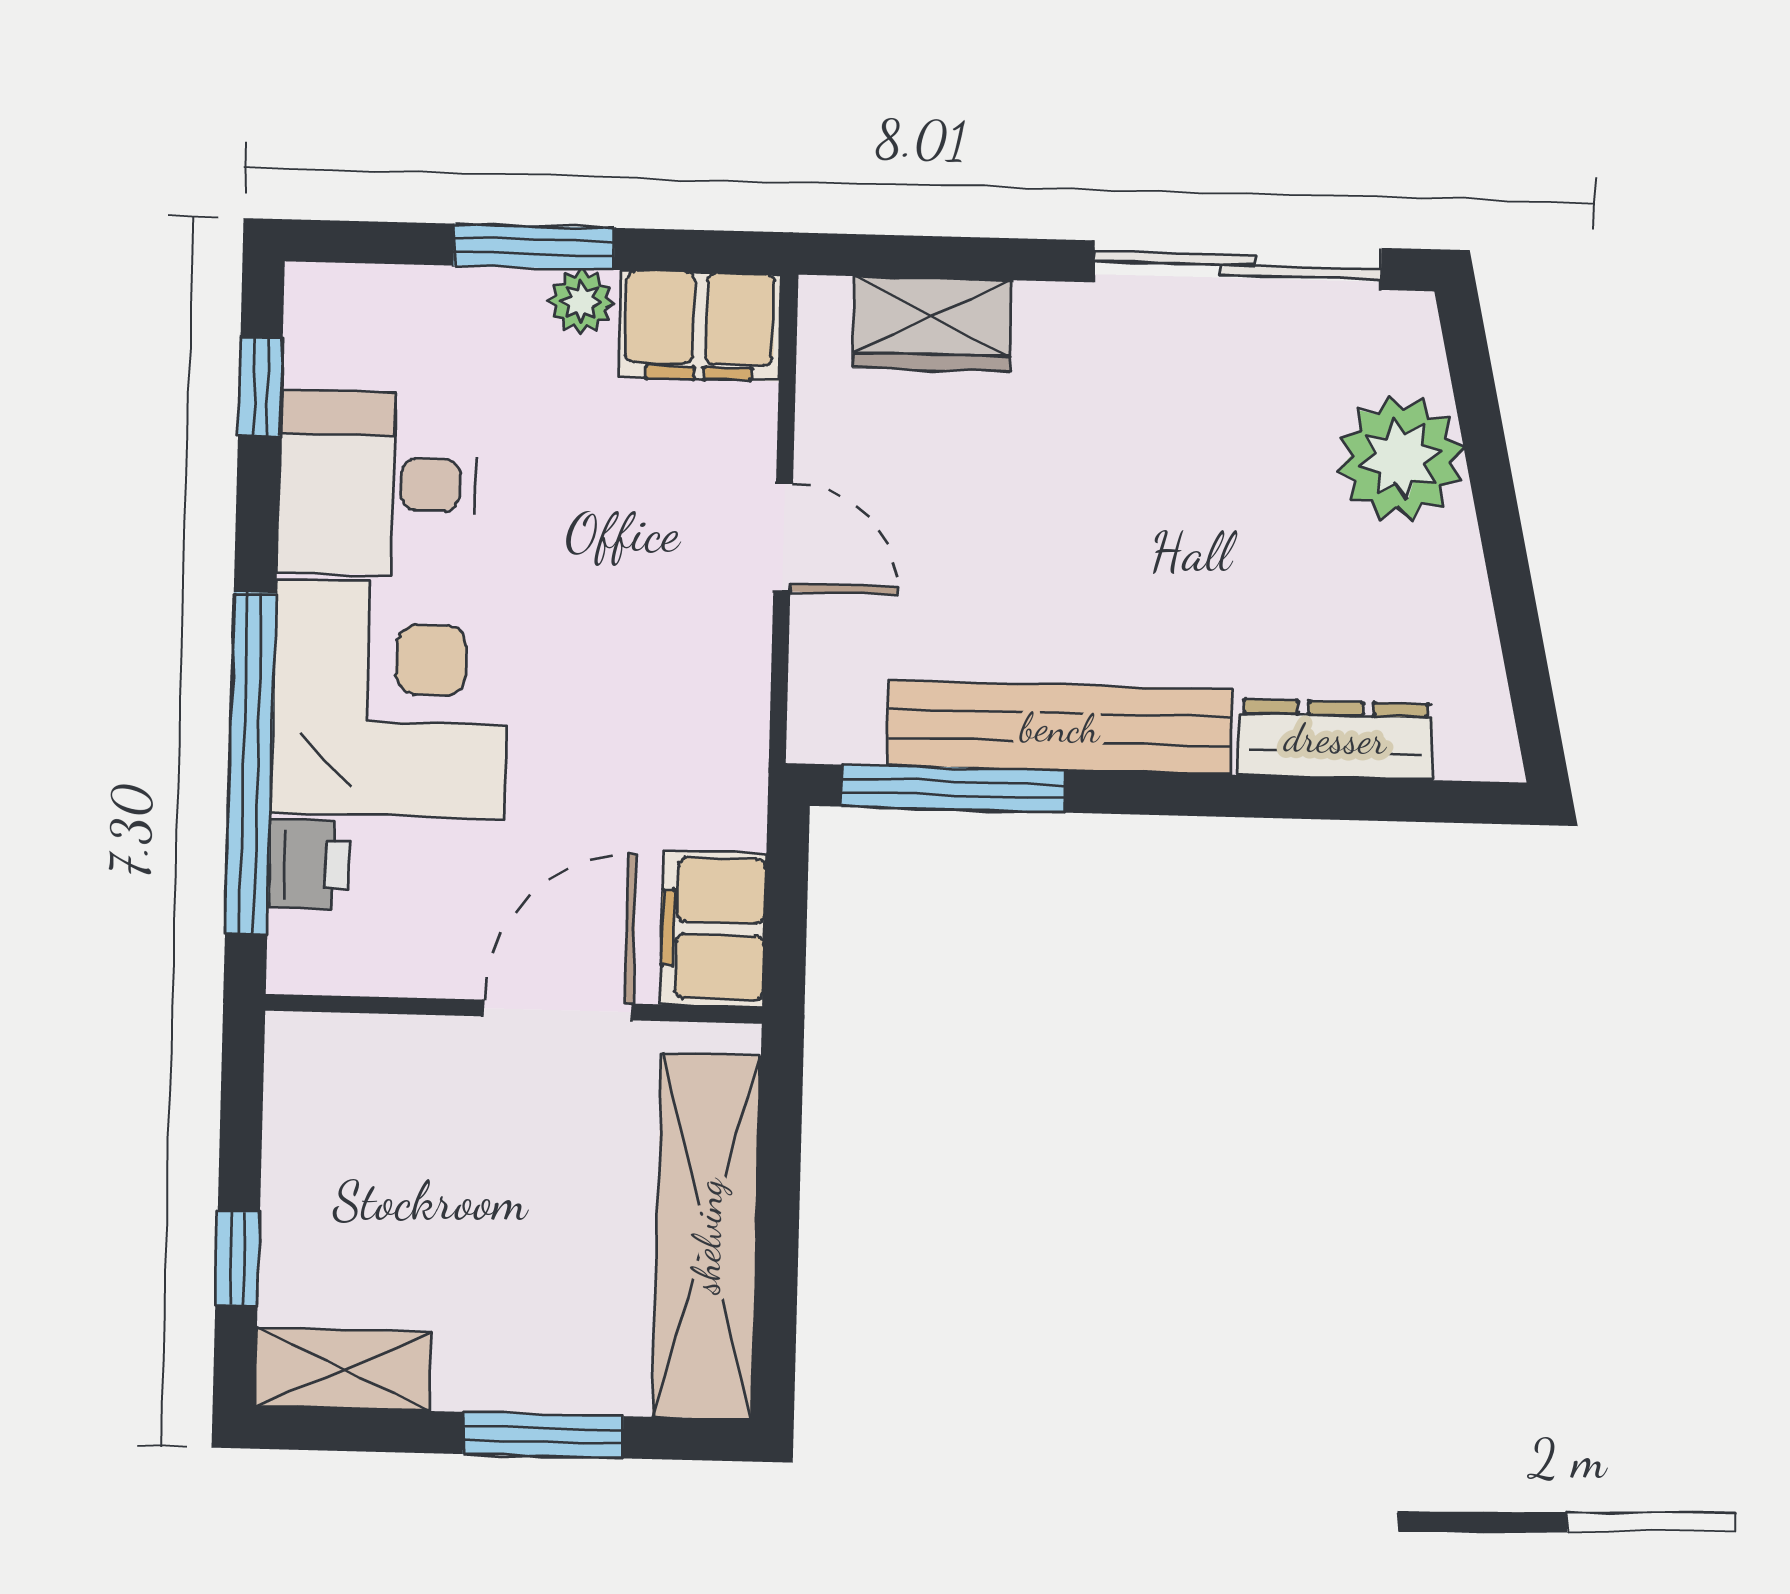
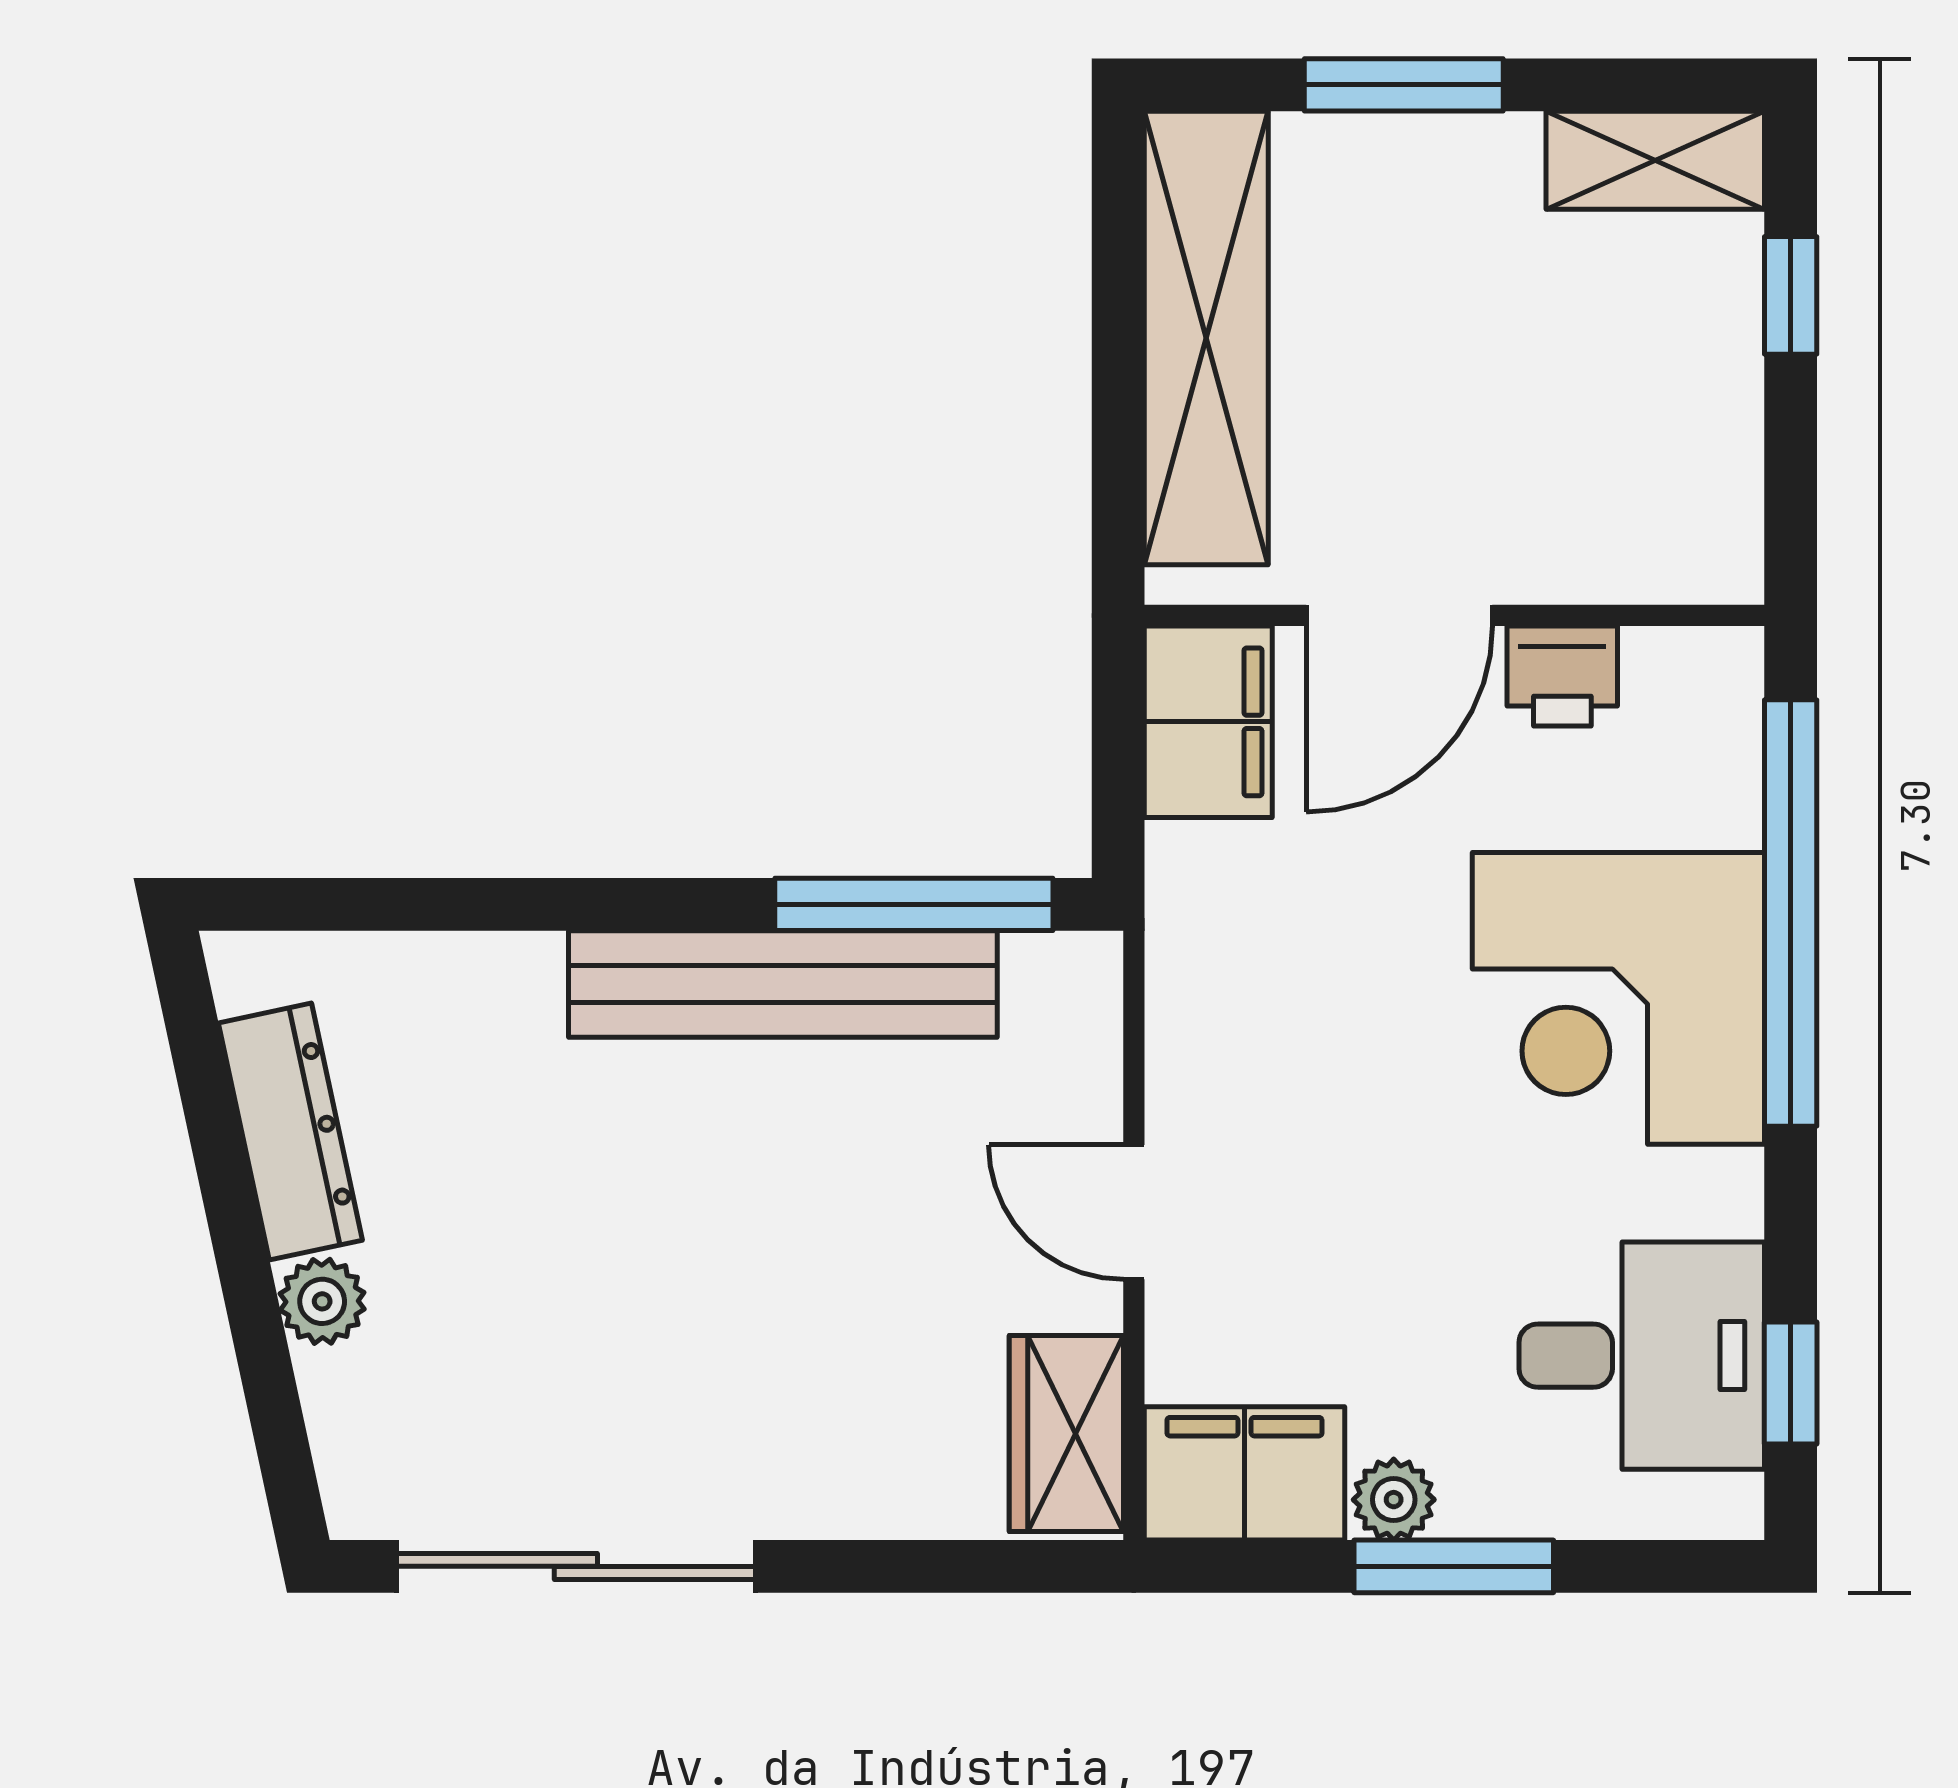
wardrobe: (932, 324) -> (1066, 1434), moved, turned -90
plant: (1400, 459) -> (322, 1301), width x0.53, depth x0.53
desk: (377, 483) -> (1642, 1356), moved
dresser: (1335, 739) -> (290, 1132), moved, turned -102
printer: (309, 864) -> (1562, 676), moved, turned -90

